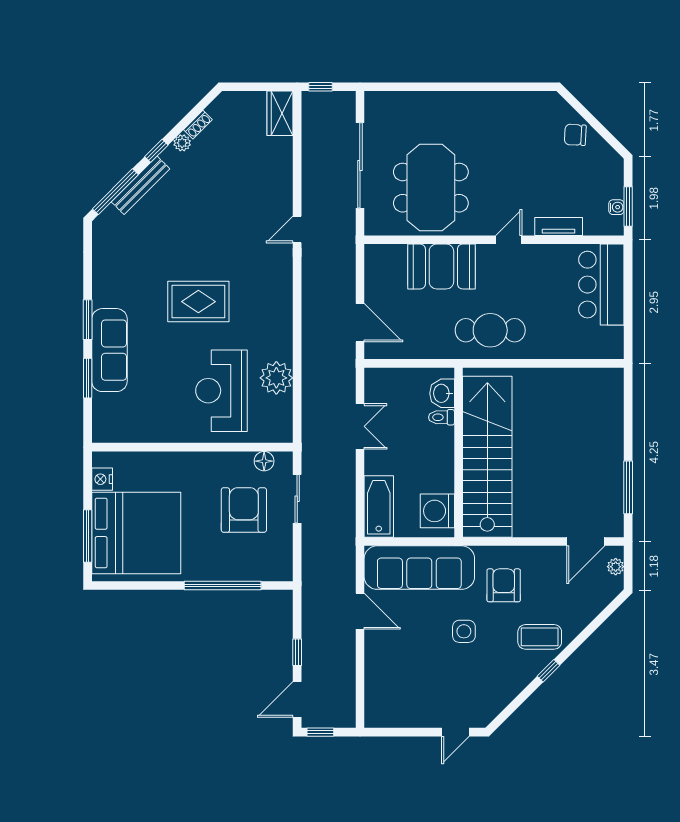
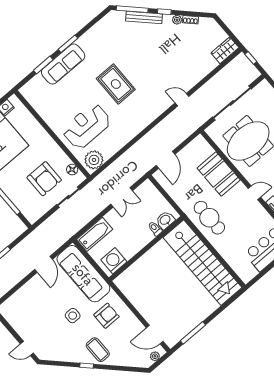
plant: (276, 378) -> (94, 160), moved
stairs: (487, 457) -> (202, 263), moved, turned 90
armchair: (244, 510) -> (44, 179), turned 90

